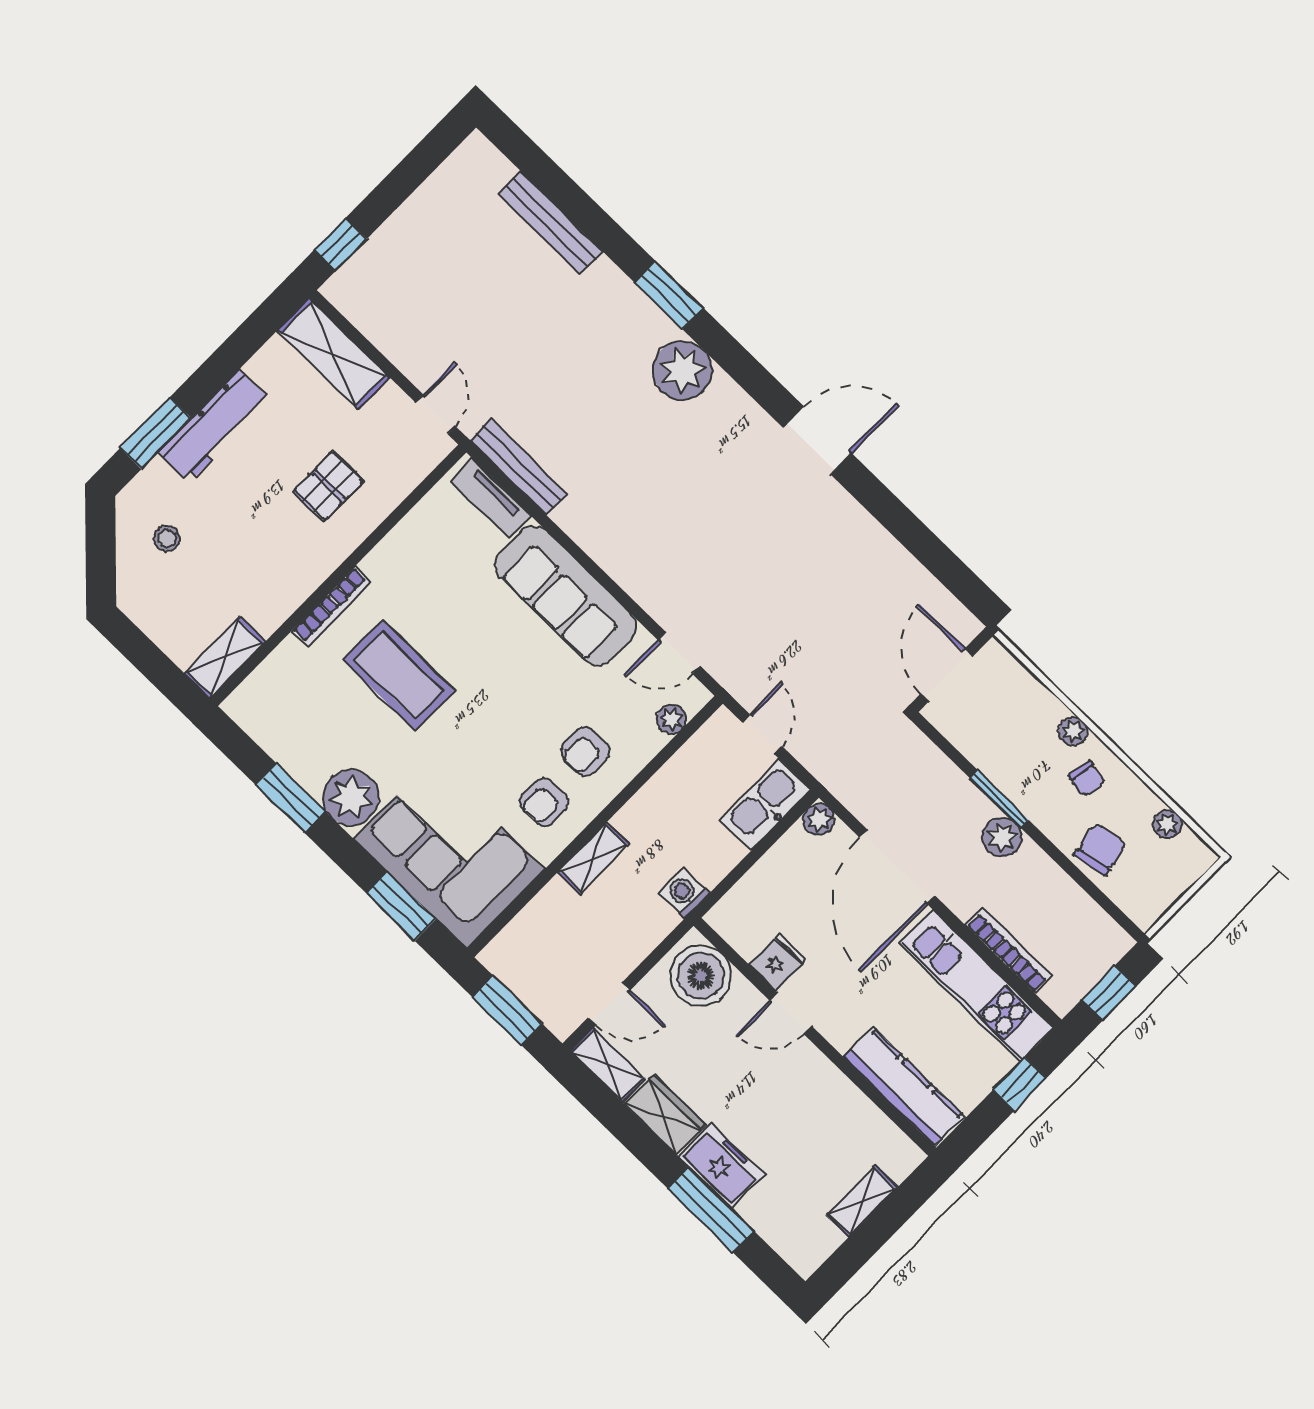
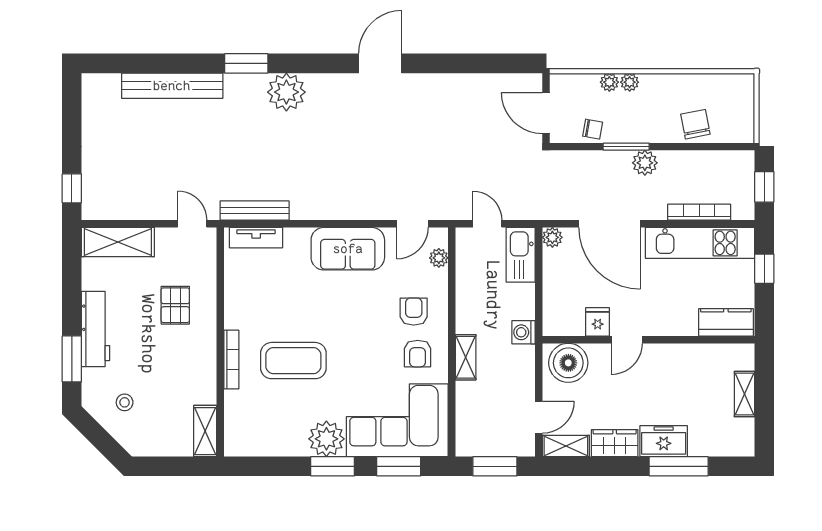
bench: (550, 222) -> (172, 86), width x1.37, depth x1.21
sofa: (566, 596) -> (348, 249), width x0.73
armchair: (585, 751) -> (414, 312), turned 180
chair: (1087, 779) -> (593, 129), moved
window: (291, 798) -> (333, 466), moved
plant: (1167, 824) -> (609, 82), moved
kitchen counter: (904, 1087) -> (726, 322), width x0.67

